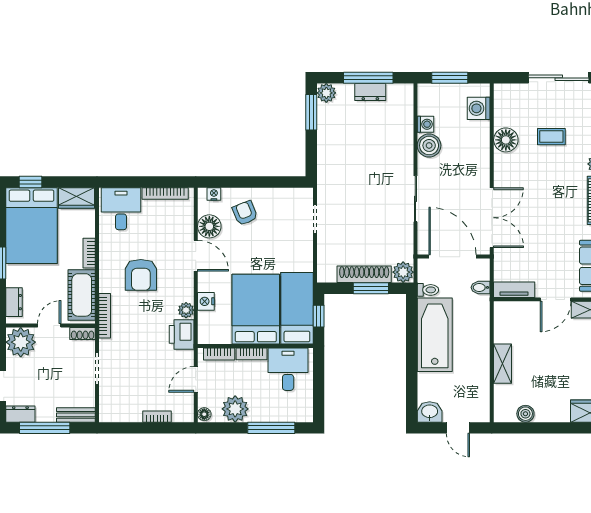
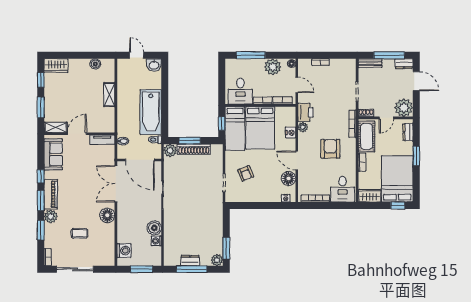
floor lamp: (506, 140) -> (107, 215), moved
armchair: (245, 213) -> (246, 173), moved
door: (196, 379) -> (297, 85), hinge flipped

